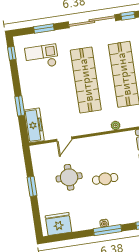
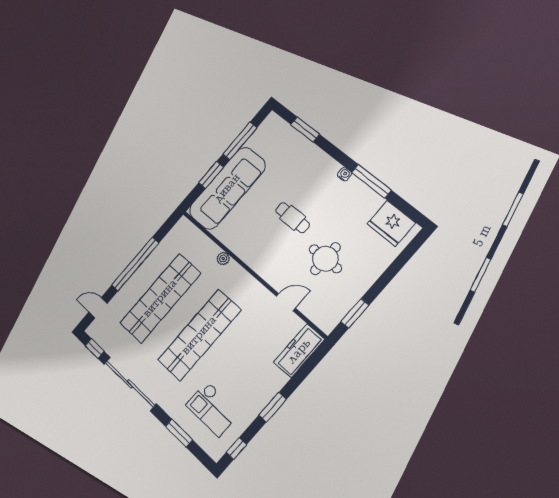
window: (20, 106) -> (273, 407), moved
window: (32, 186) -> (355, 313), moved
window: (107, 230) -> (371, 181), moved

